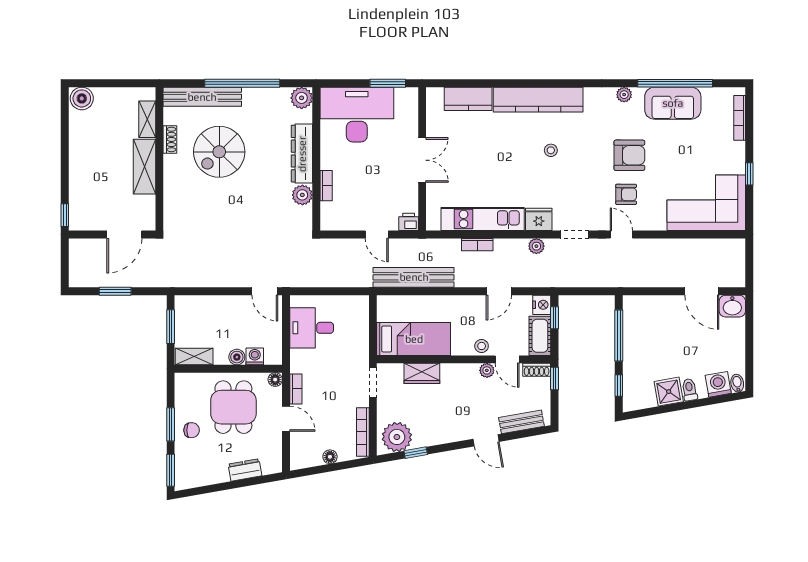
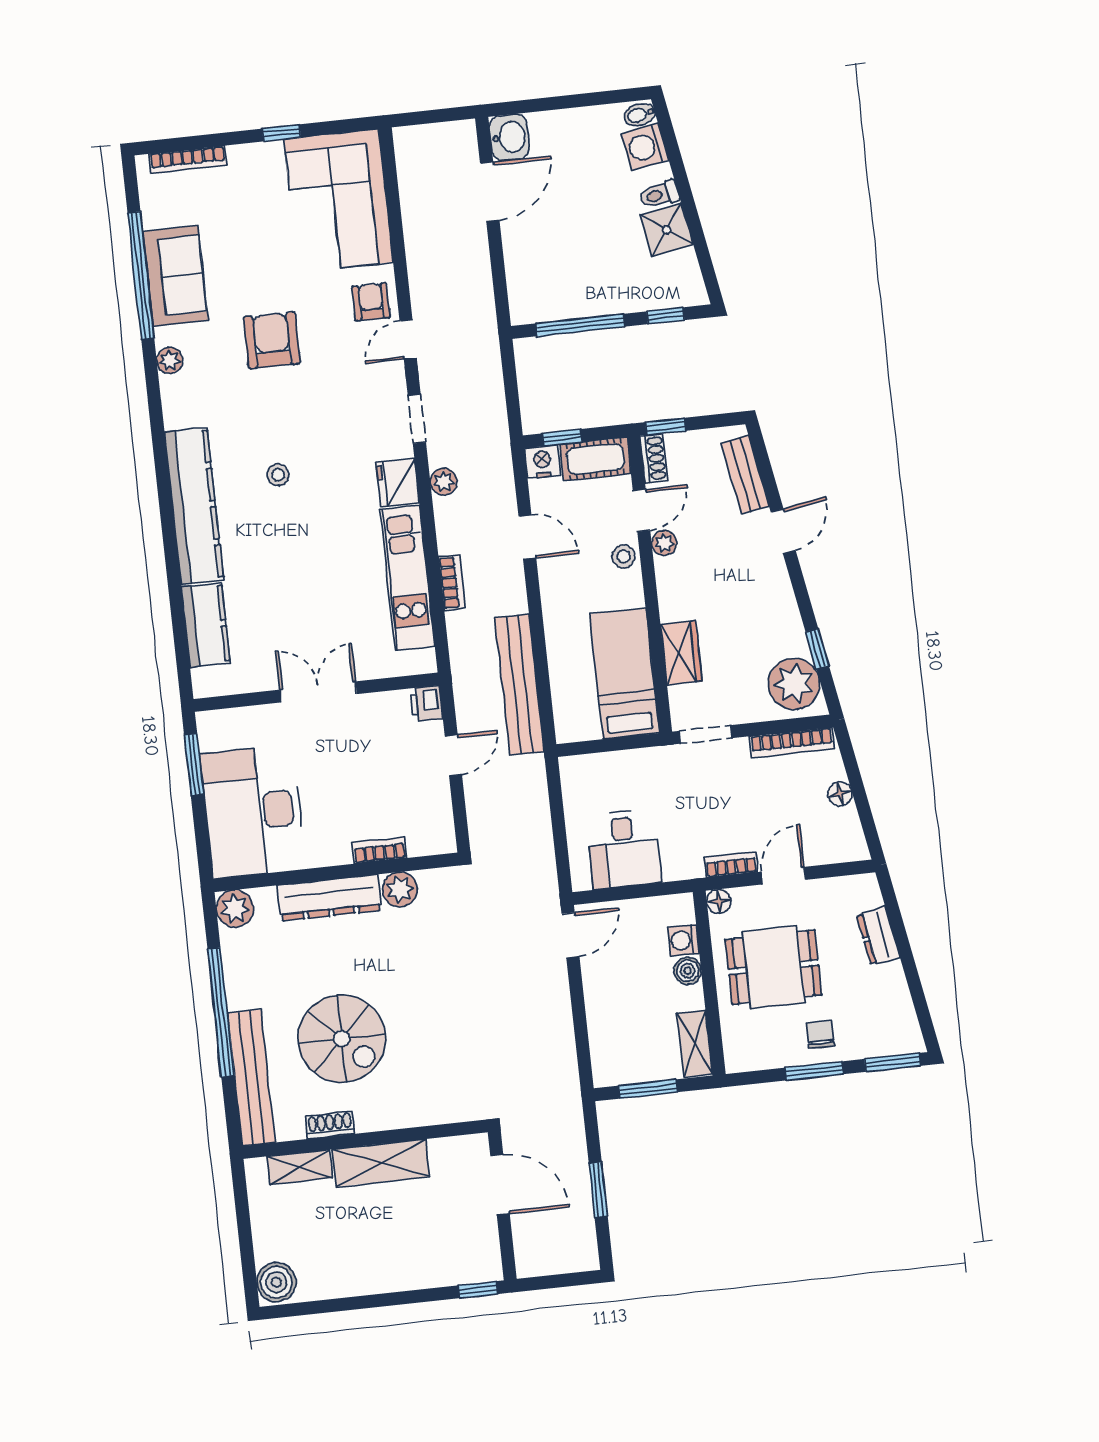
armchair: (626, 194) -> (371, 302), moved

